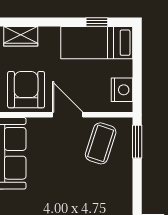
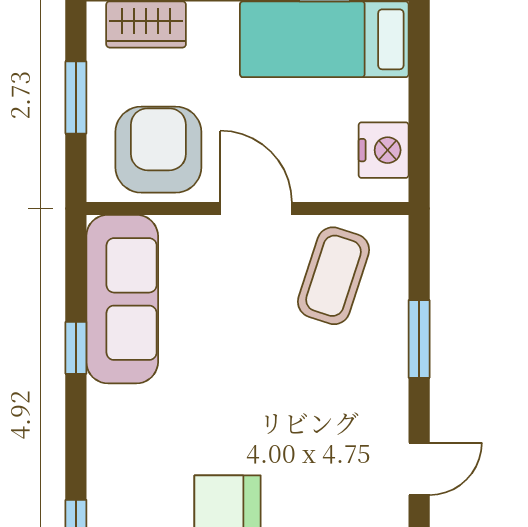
window: (137, 142) -> (419, 339), moved

